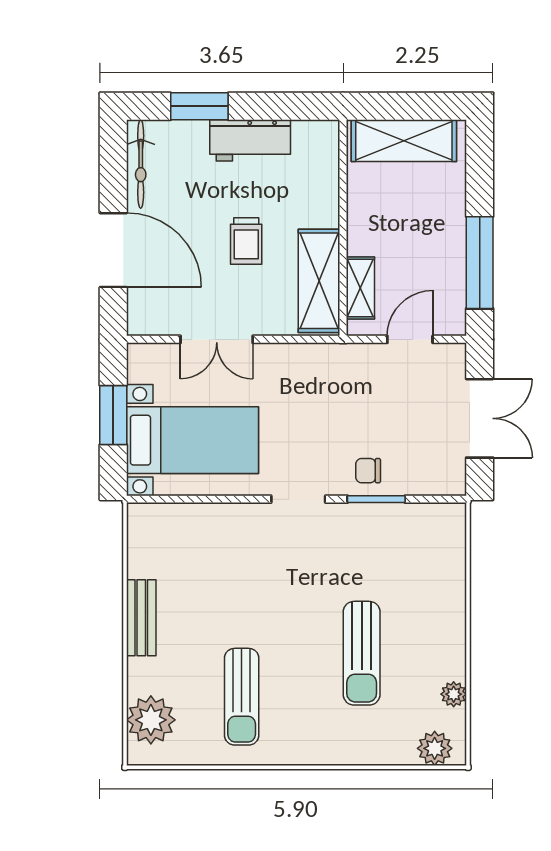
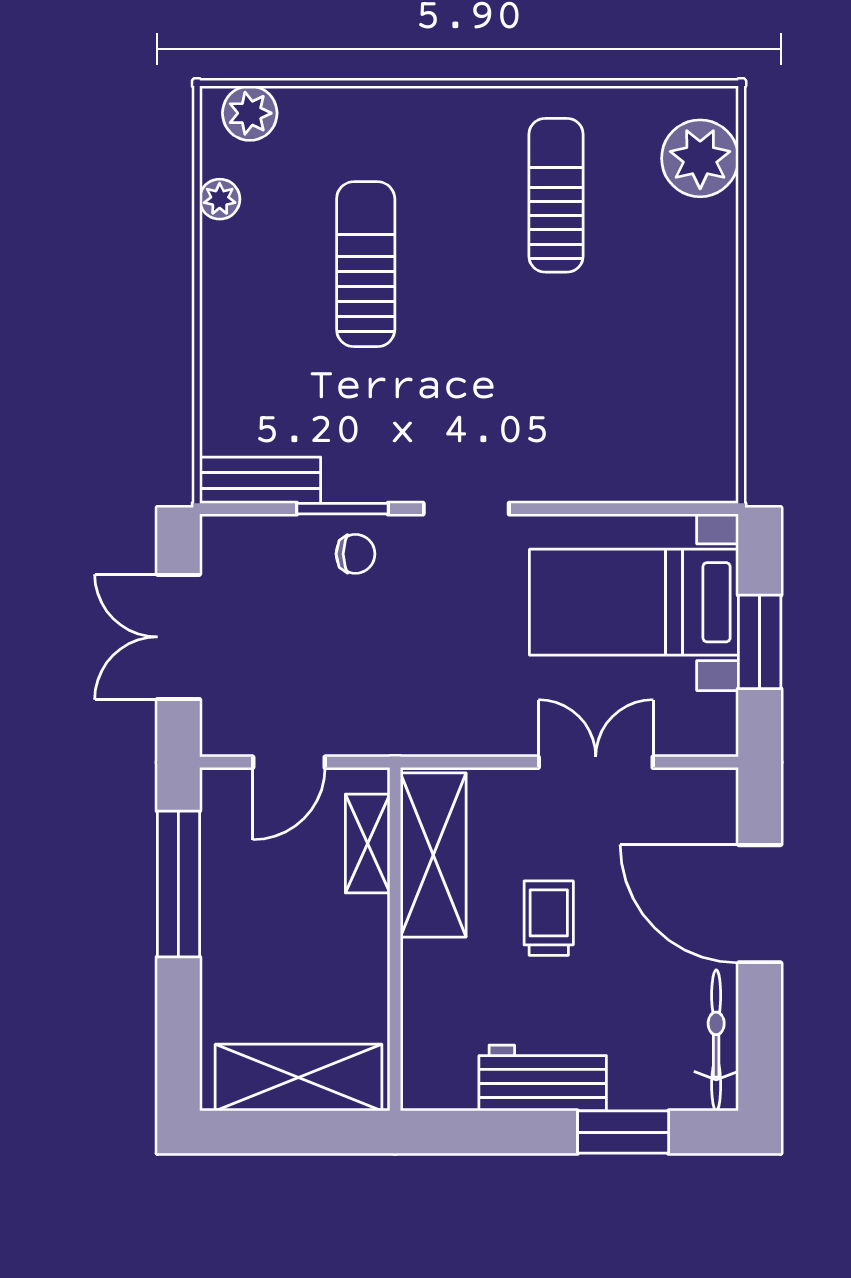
bench: (141, 618) -> (260, 480), moved, turned 90

